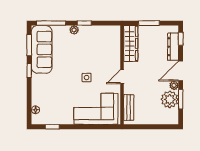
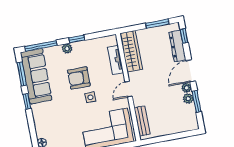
window: (149, 23) -> (157, 24), moved
tv unit: (115, 48) -> (116, 60), added
armchair: (80, 58) -> (79, 78), added
plant: (170, 99) -> (188, 99), width x0.53, depth x0.53

